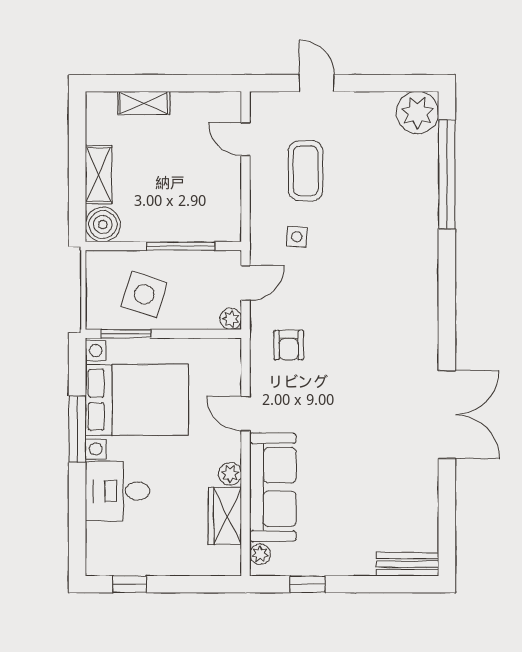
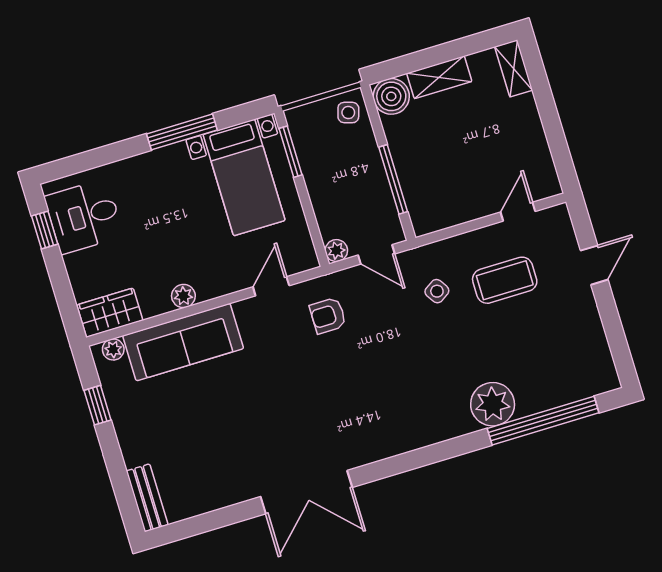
shelving: (144, 103) -> (514, 68), moved
plant: (417, 113) -> (493, 404), moved
side table: (297, 237) -> (437, 291), turned -37
side table: (144, 294) -> (348, 113), moved, width x0.54, depth x0.54
bed with nightstands: (137, 400) -> (244, 177), width x0.73
door: (246, 414) -> (271, 286), moved
desk: (118, 491) -> (84, 216), moved, turned -90
wardrobe: (225, 516) -> (110, 313), moved

